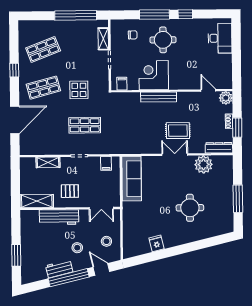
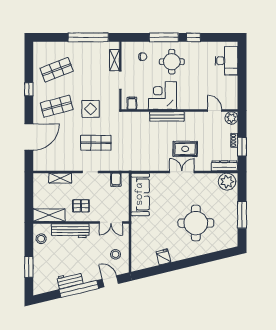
plant: (204, 164) -> (227, 182), moved
round table: (190, 208) -> (196, 223), width x1.36, depth x1.36
stool: (77, 248) -> (41, 239), moved

